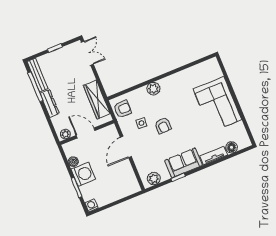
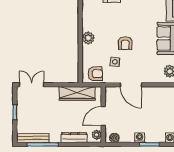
dresser: (50, 103) -> (74, 138), moved
armchair: (123, 109) -> (95, 74), turned 90
armchair: (163, 126) -> (125, 43), turned 90
boiler: (73, 162) -> (114, 138), moved
washing machine: (83, 174) -> (140, 138), width x0.53, depth x0.53

